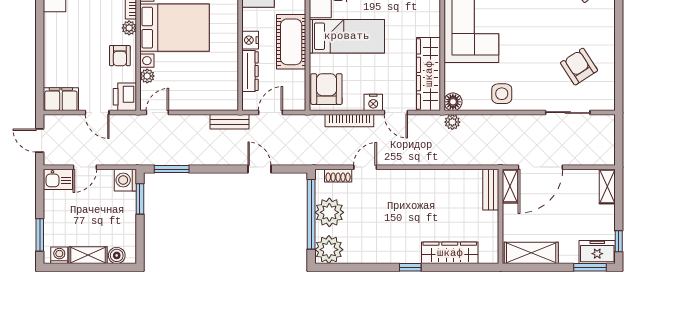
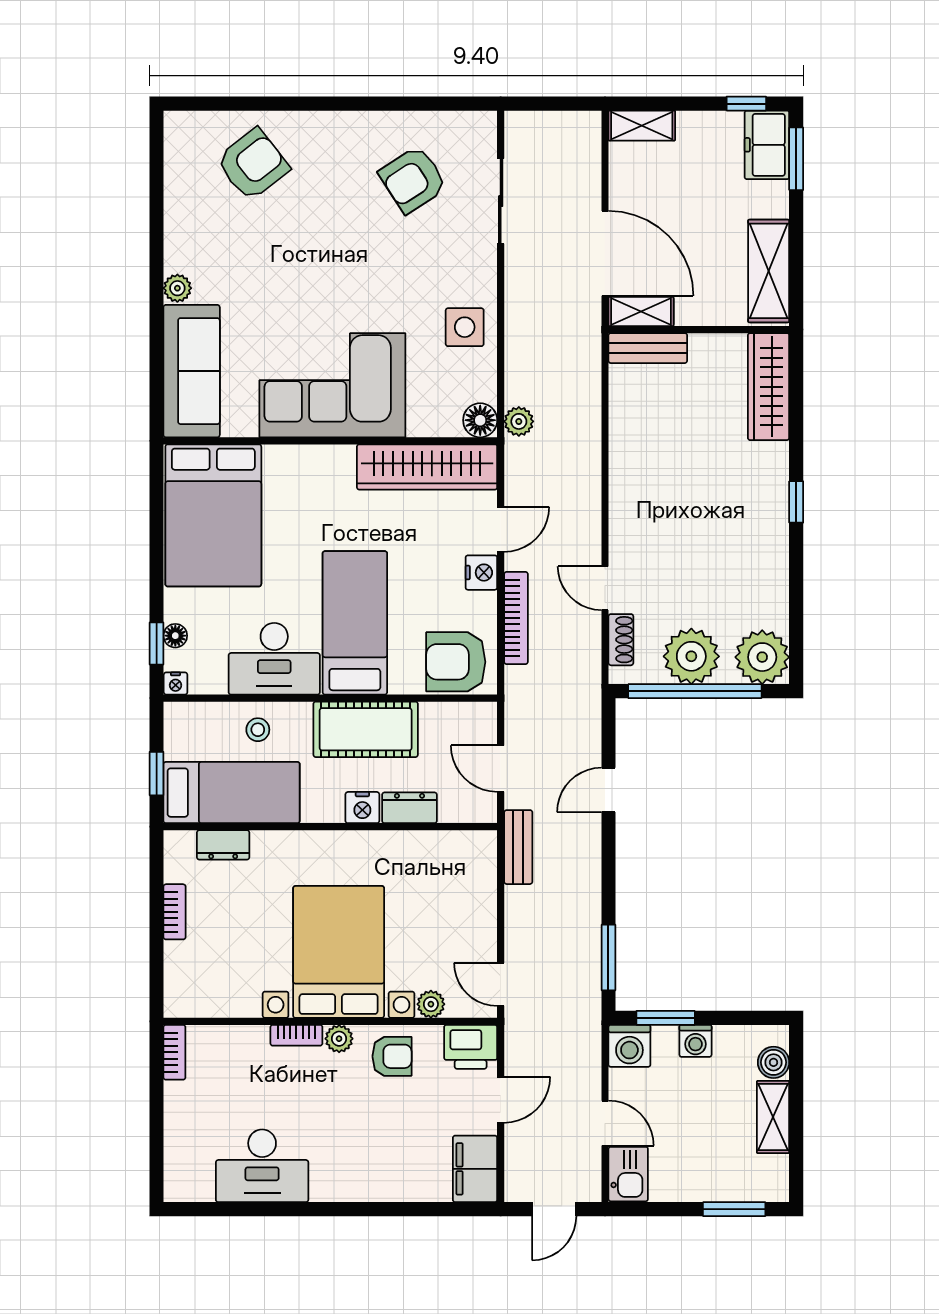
dresser: (250, 71) -> (409, 808), width x0.70
wardrobe: (450, 253) -> (769, 387), moved
washing machine: (59, 255) -> (695, 1041), moved, turned -90

